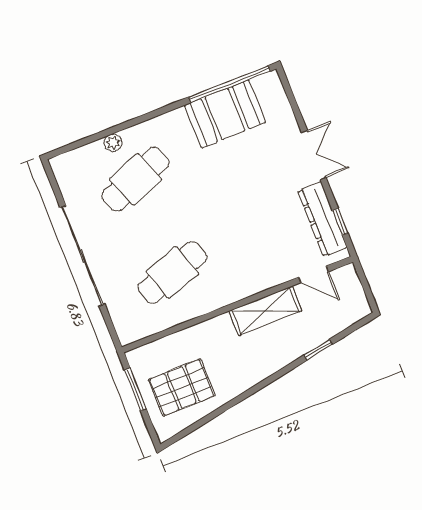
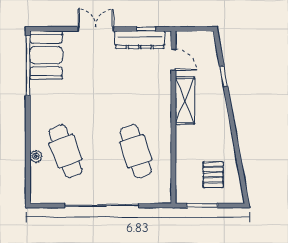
booth: (225, 114) -> (46, 55), moved
door: (314, 274) -> (173, 60), hinge flipped
pallet: (182, 387) -> (213, 175), width x0.67, depth x0.71

